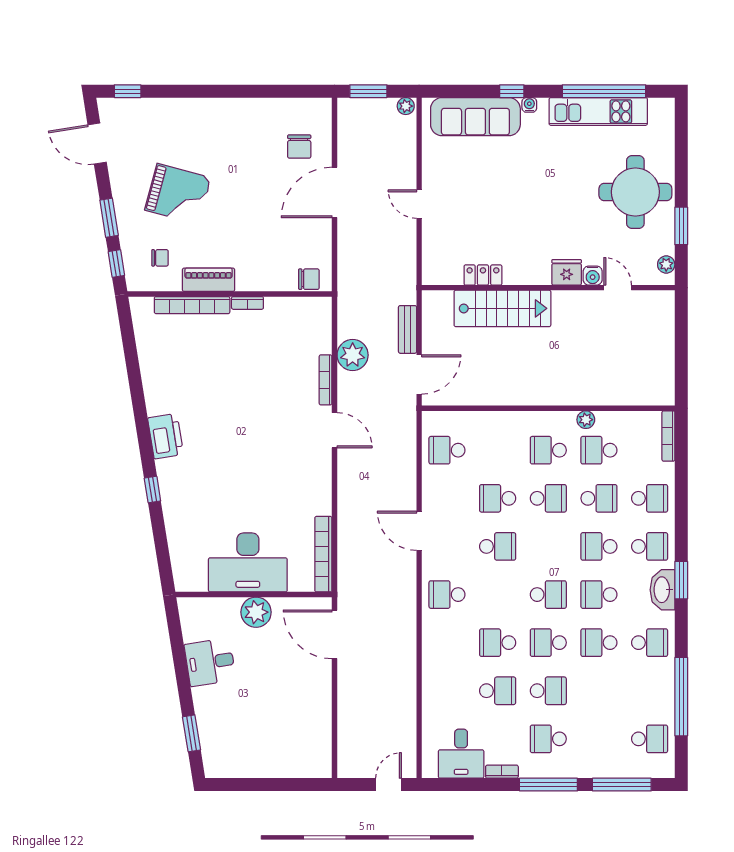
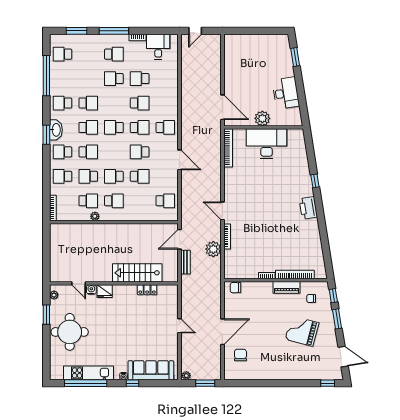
school desk: (548, 643) -> (140, 127), moved
desk: (210, 662) -> (286, 93), width x1.37
window: (622, 785) -> (77, 31), width x0.69

